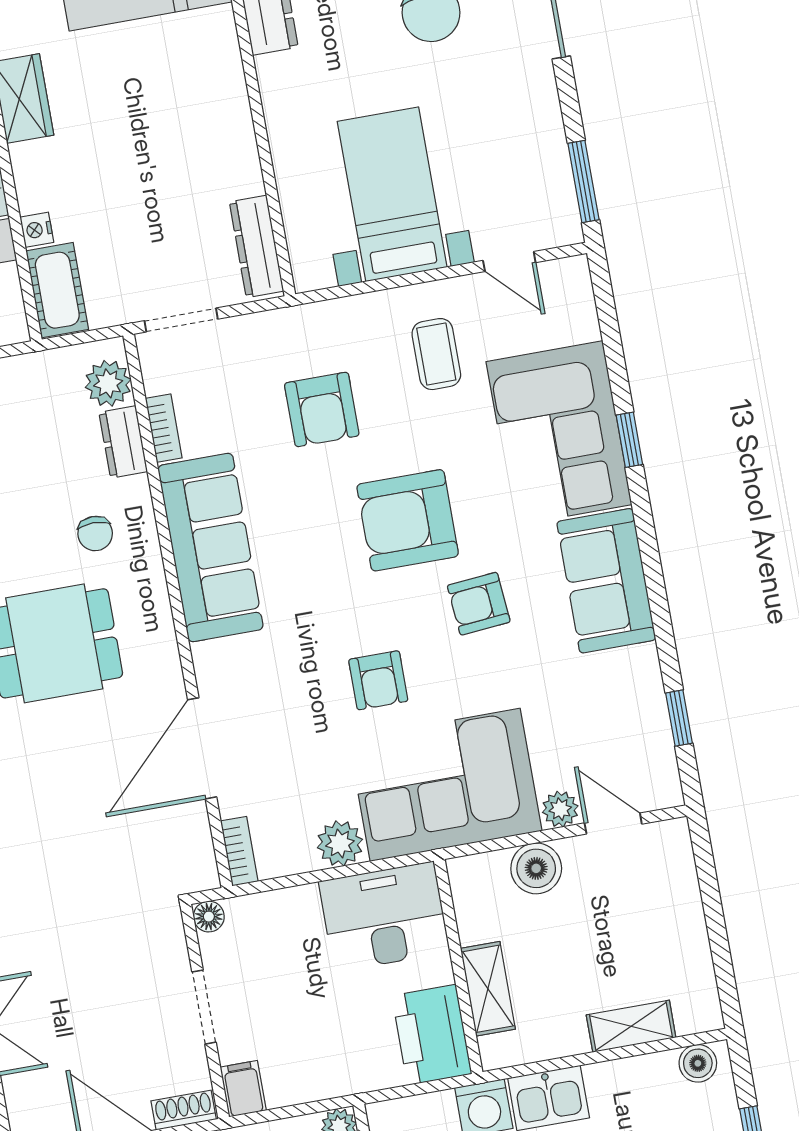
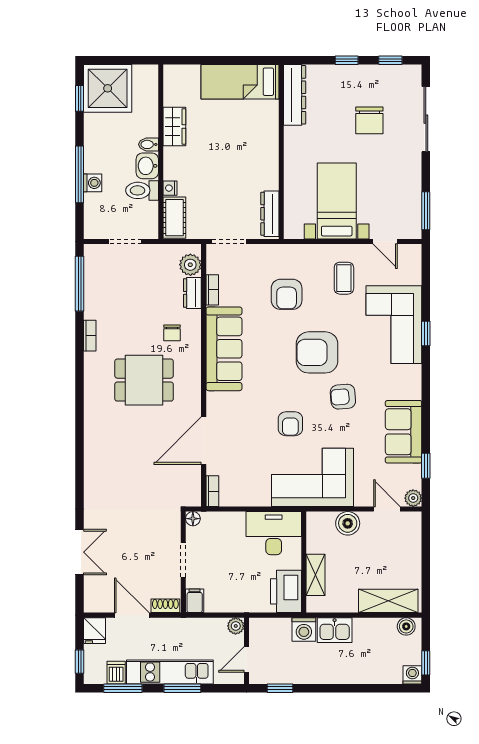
sofa: (606, 581) -> (404, 432), moved
plant: (560, 809) -> (413, 498), moved
plant: (340, 843) -> (259, 496), removed
shelving: (631, 1026) -> (388, 601), width x1.50, depth x1.33

